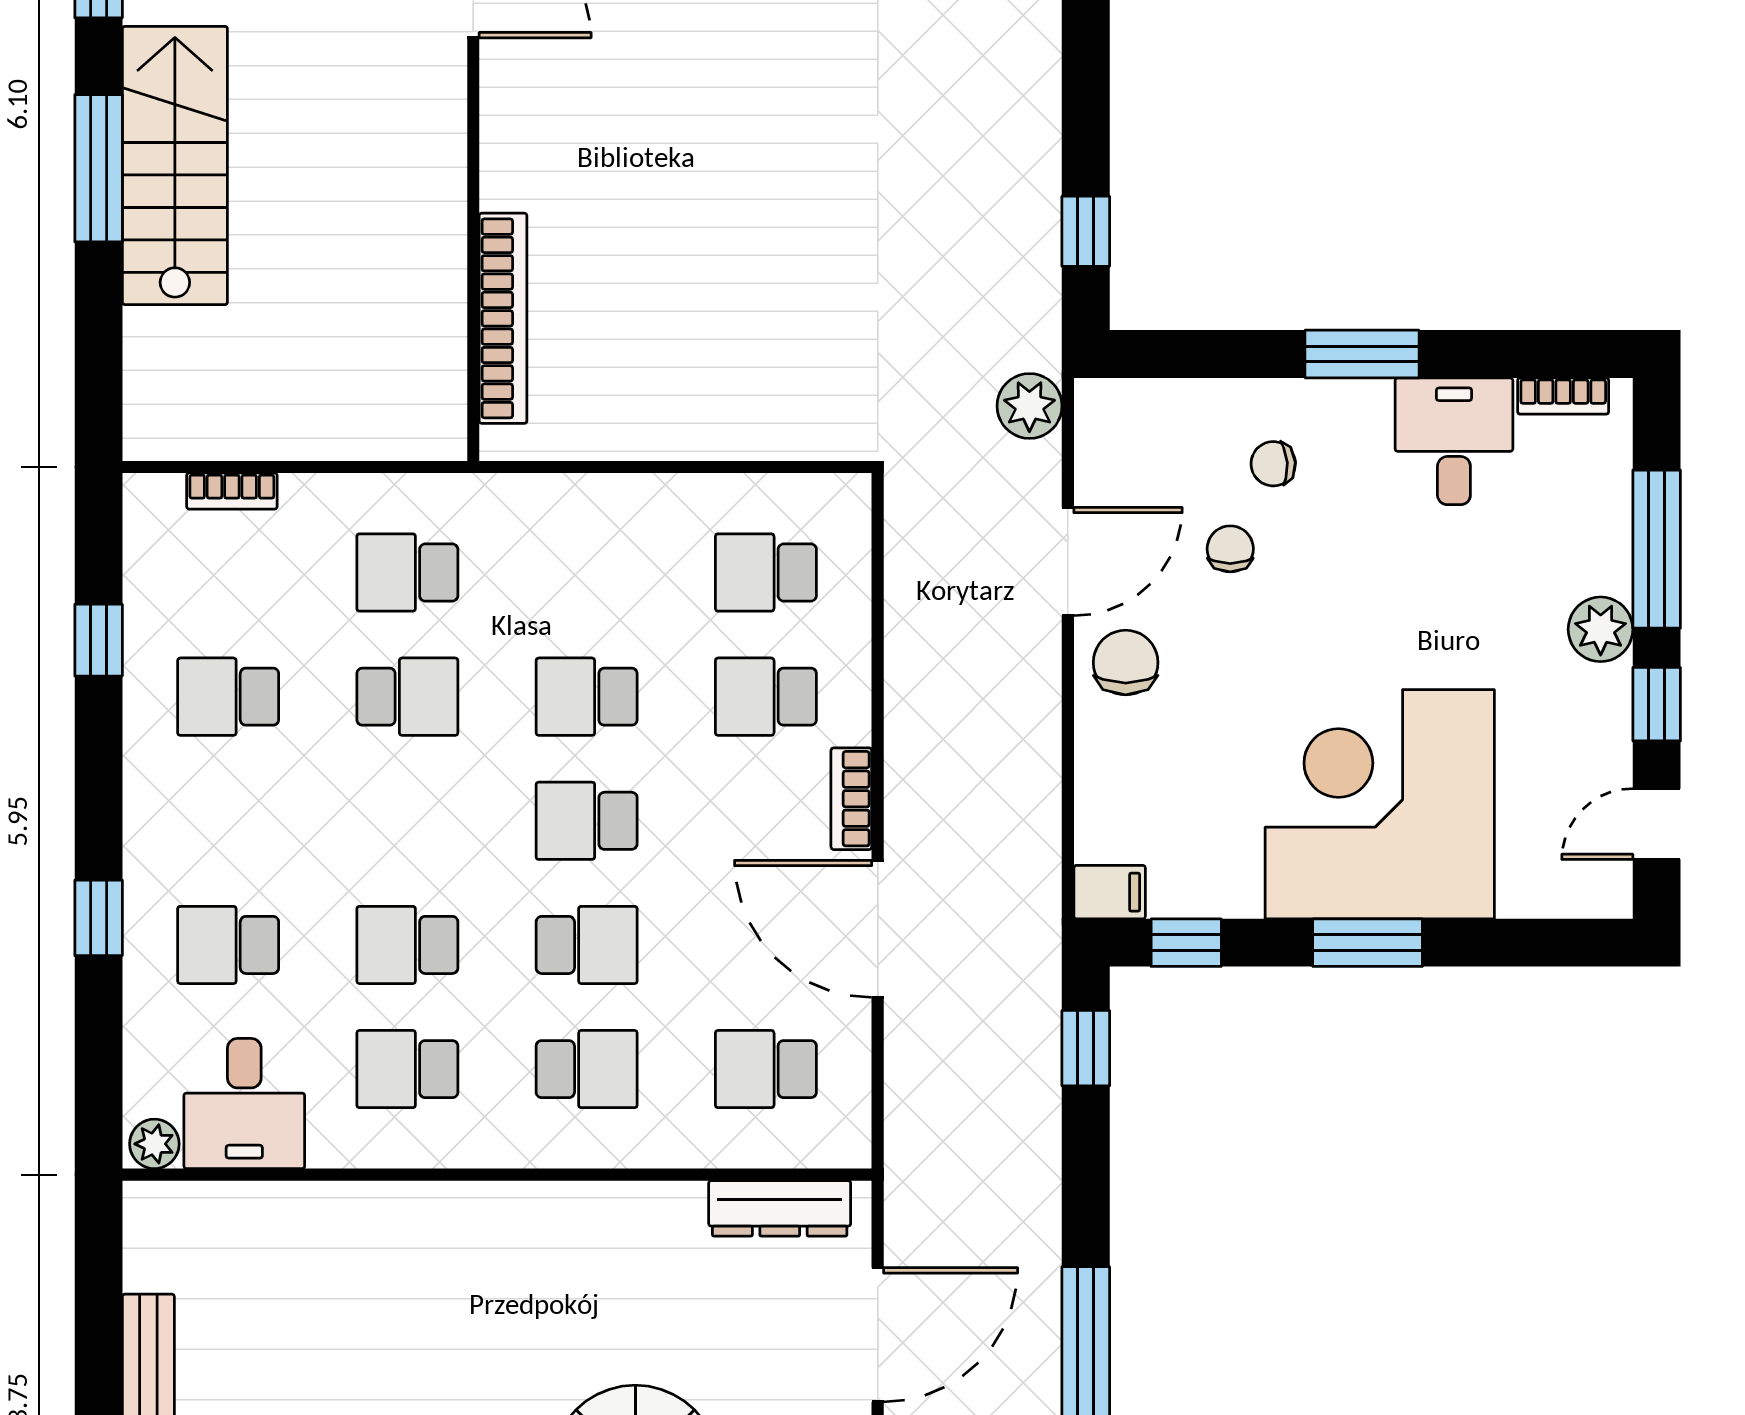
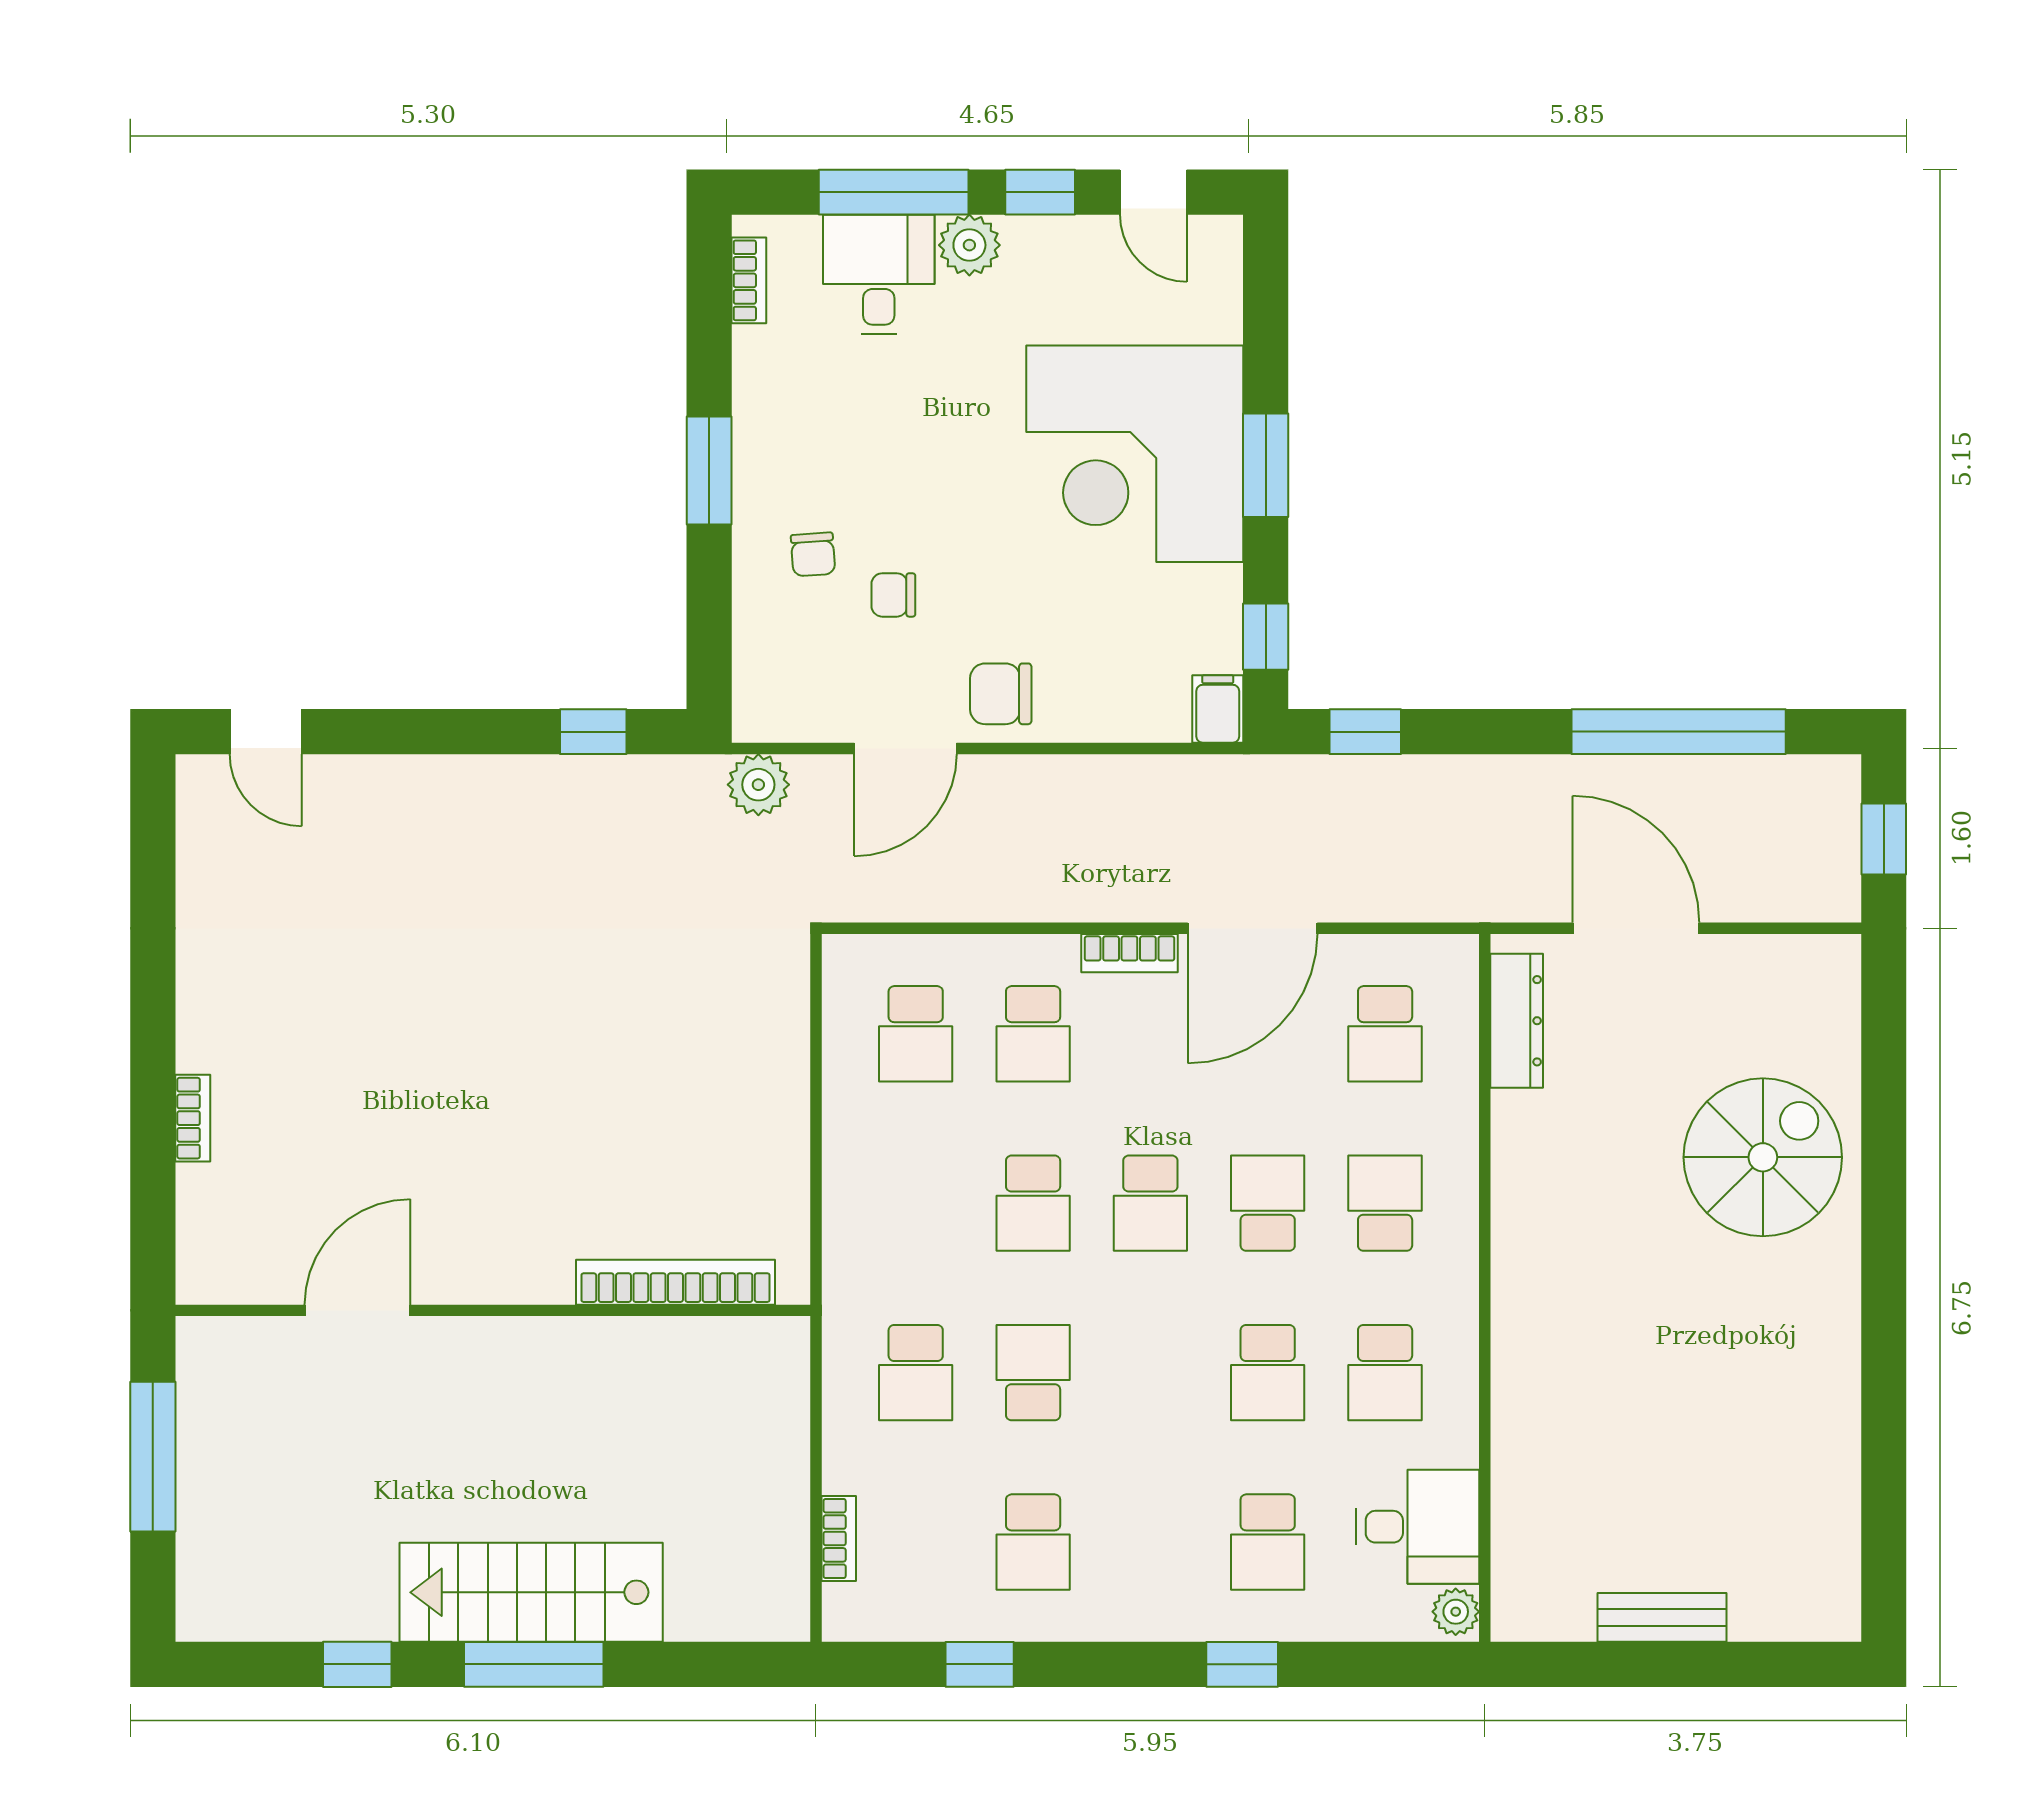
desk: (1454, 441) -> (879, 274), moved, turned 90
door: (1068, 562) -> (905, 748), swing flipped

